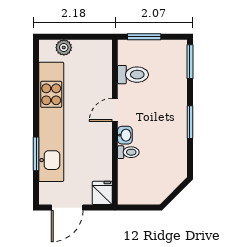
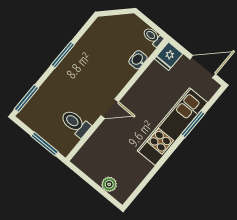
kitchen unit: (51, 122) -> (172, 127), width x0.73
washbasin: (125, 135) -> (138, 60), moved
toilet: (128, 152) -> (153, 37), moved

